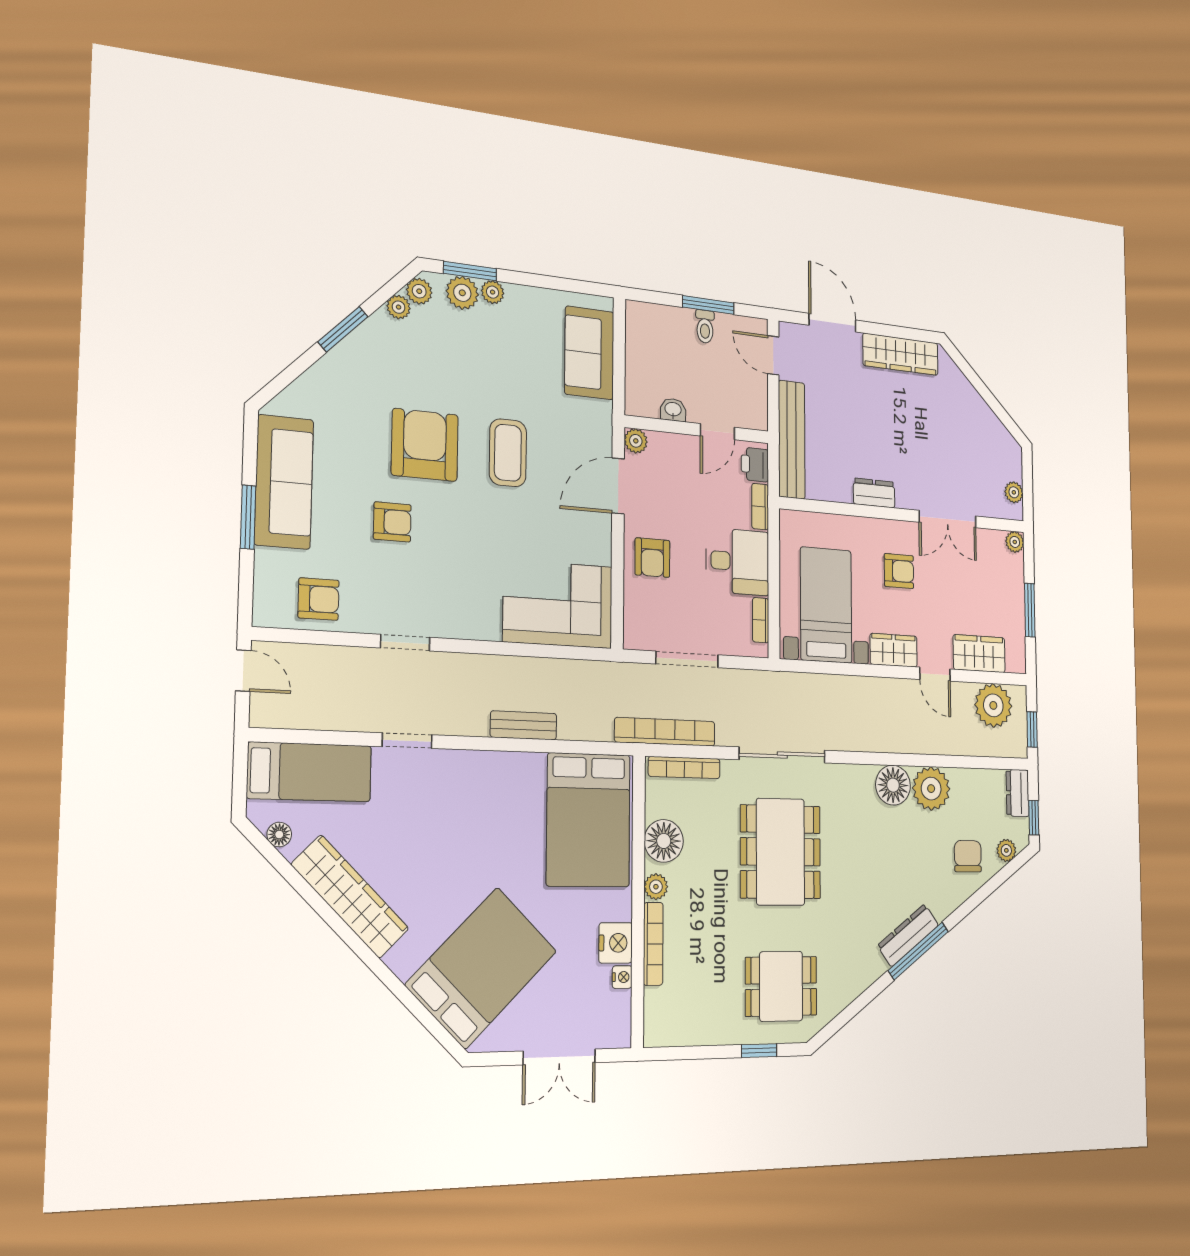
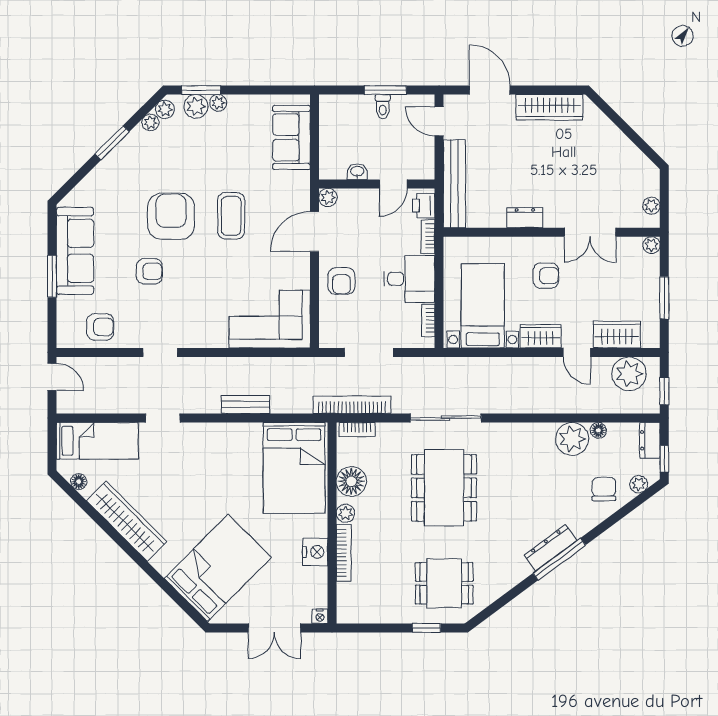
bookcase: (684, 768) -> (357, 430), width x0.64
floor lamp: (893, 785) -> (598, 430), moved, width x0.53, depth x0.53
nightstand: (622, 977) -> (320, 616), moved, turned 90

